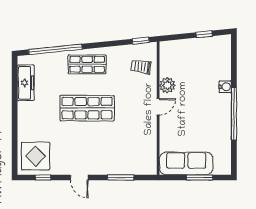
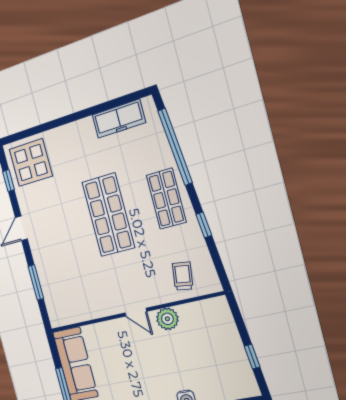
window: (141, 41) -> (204, 225), moved

